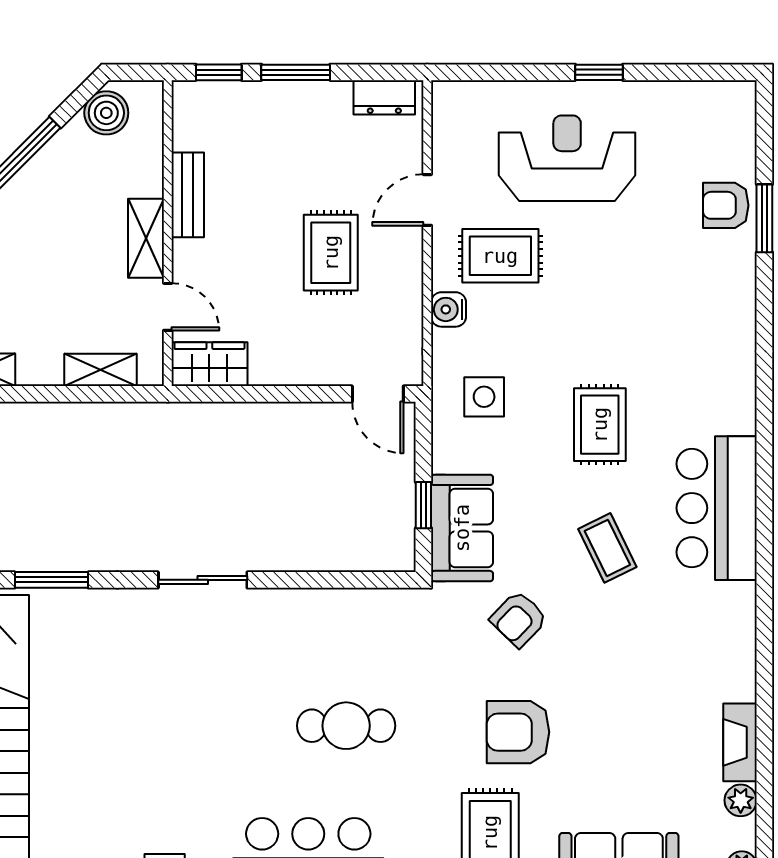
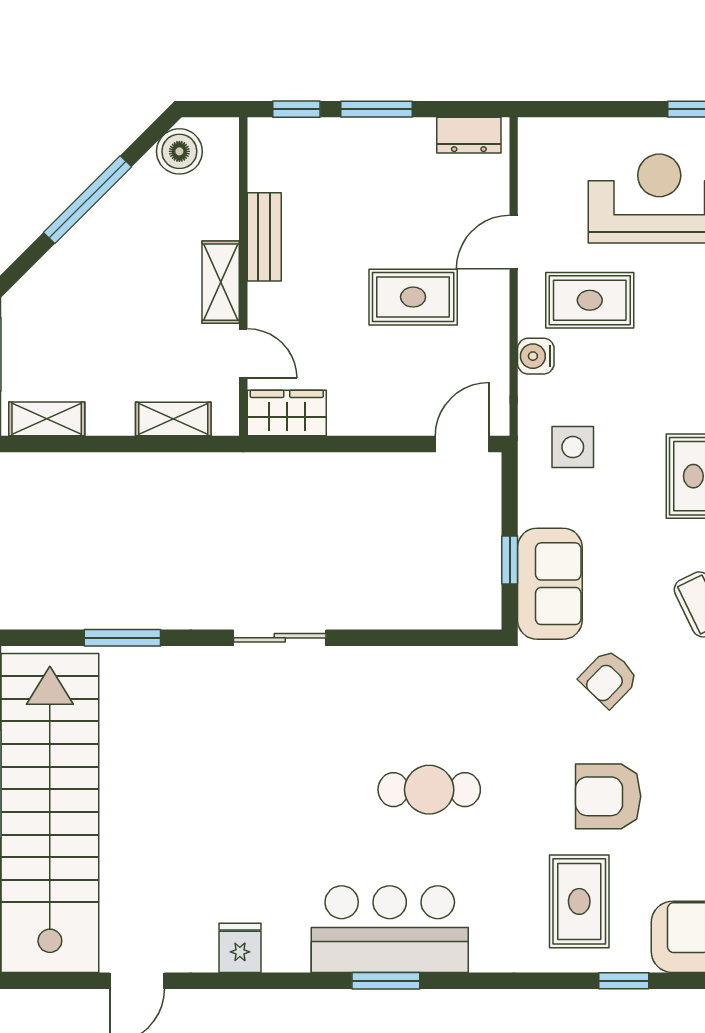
rug: (331, 253) -> (413, 297), turned 90
door: (378, 394) -> (462, 444), swing flipped

